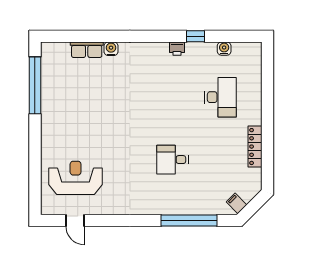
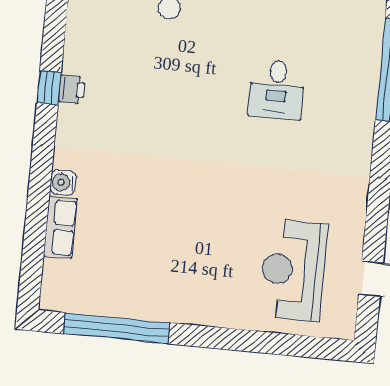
window: (195, 36) -> (49, 88), moved
printer: (177, 49) -> (72, 89), moved

